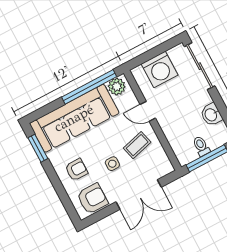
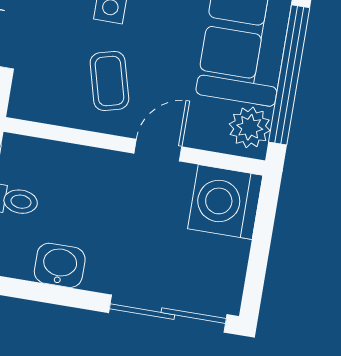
washing machine: (160, 69) -> (225, 202), moved

